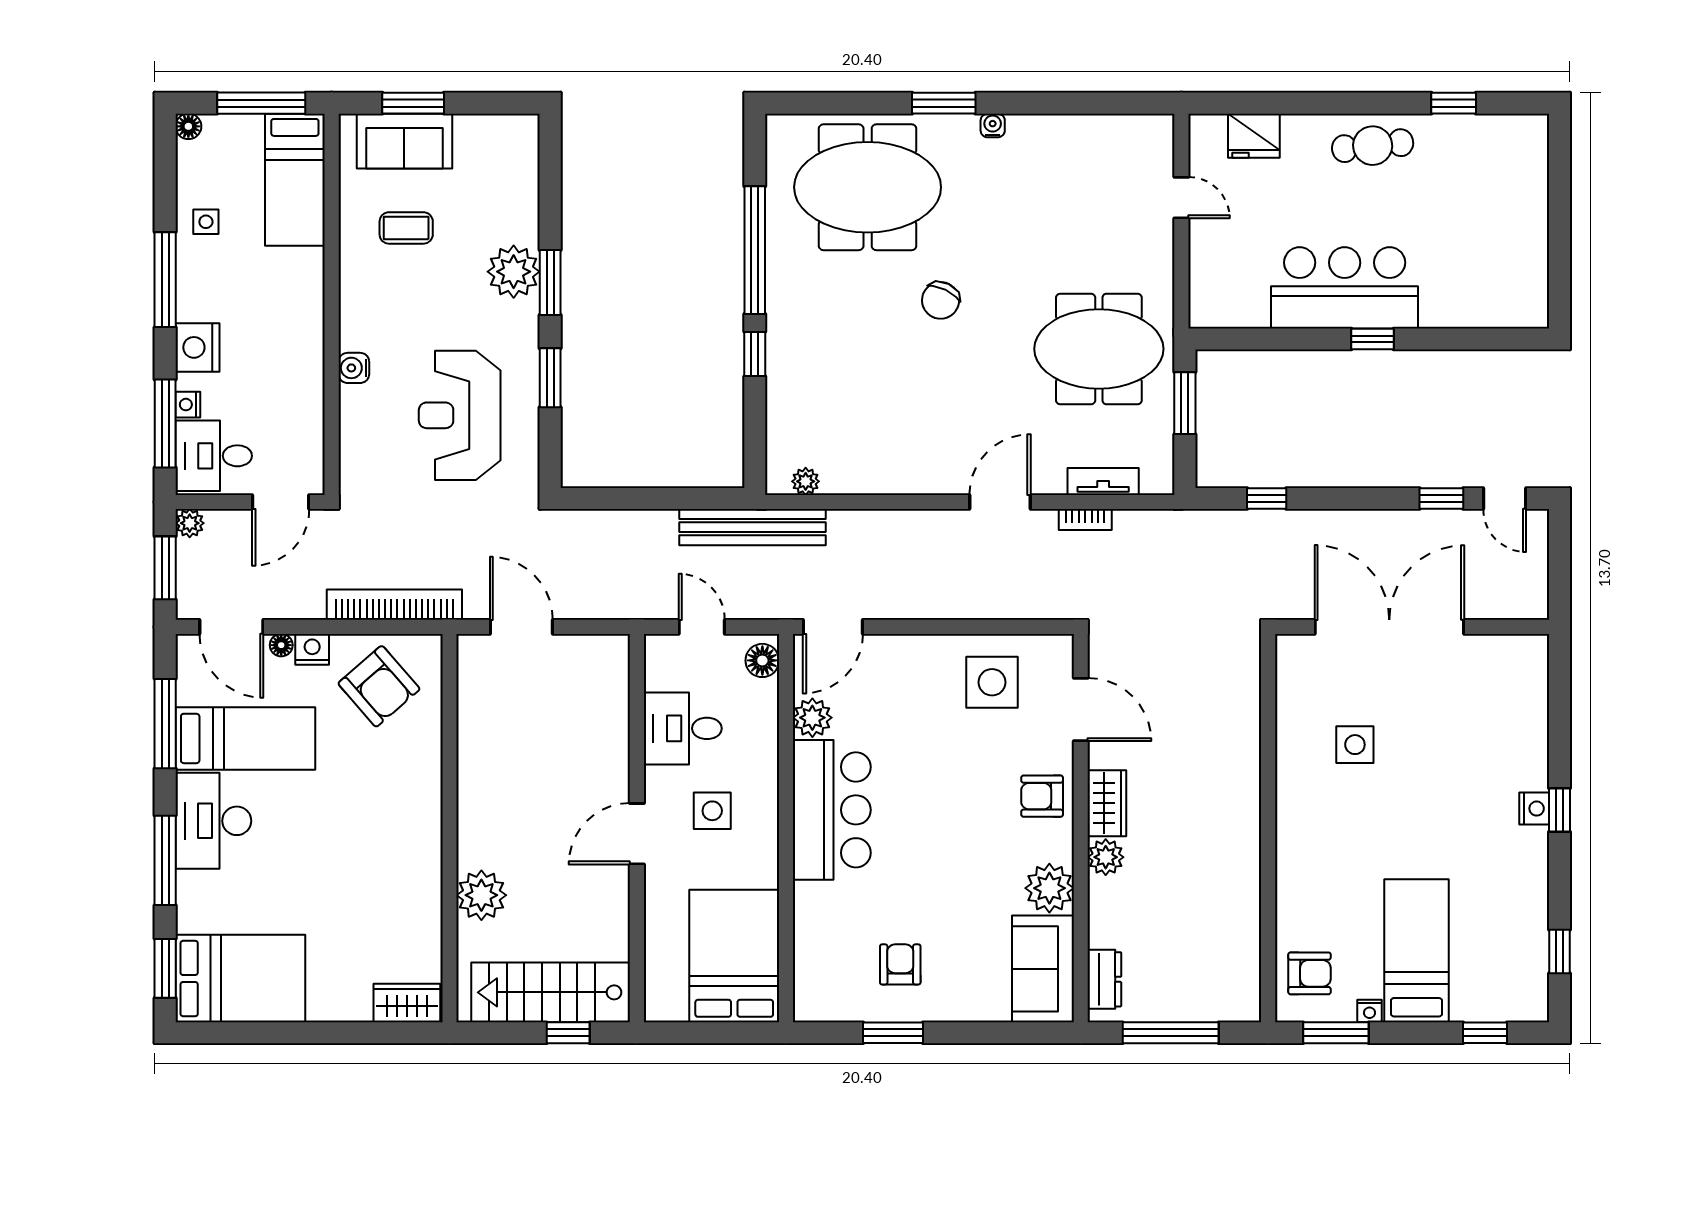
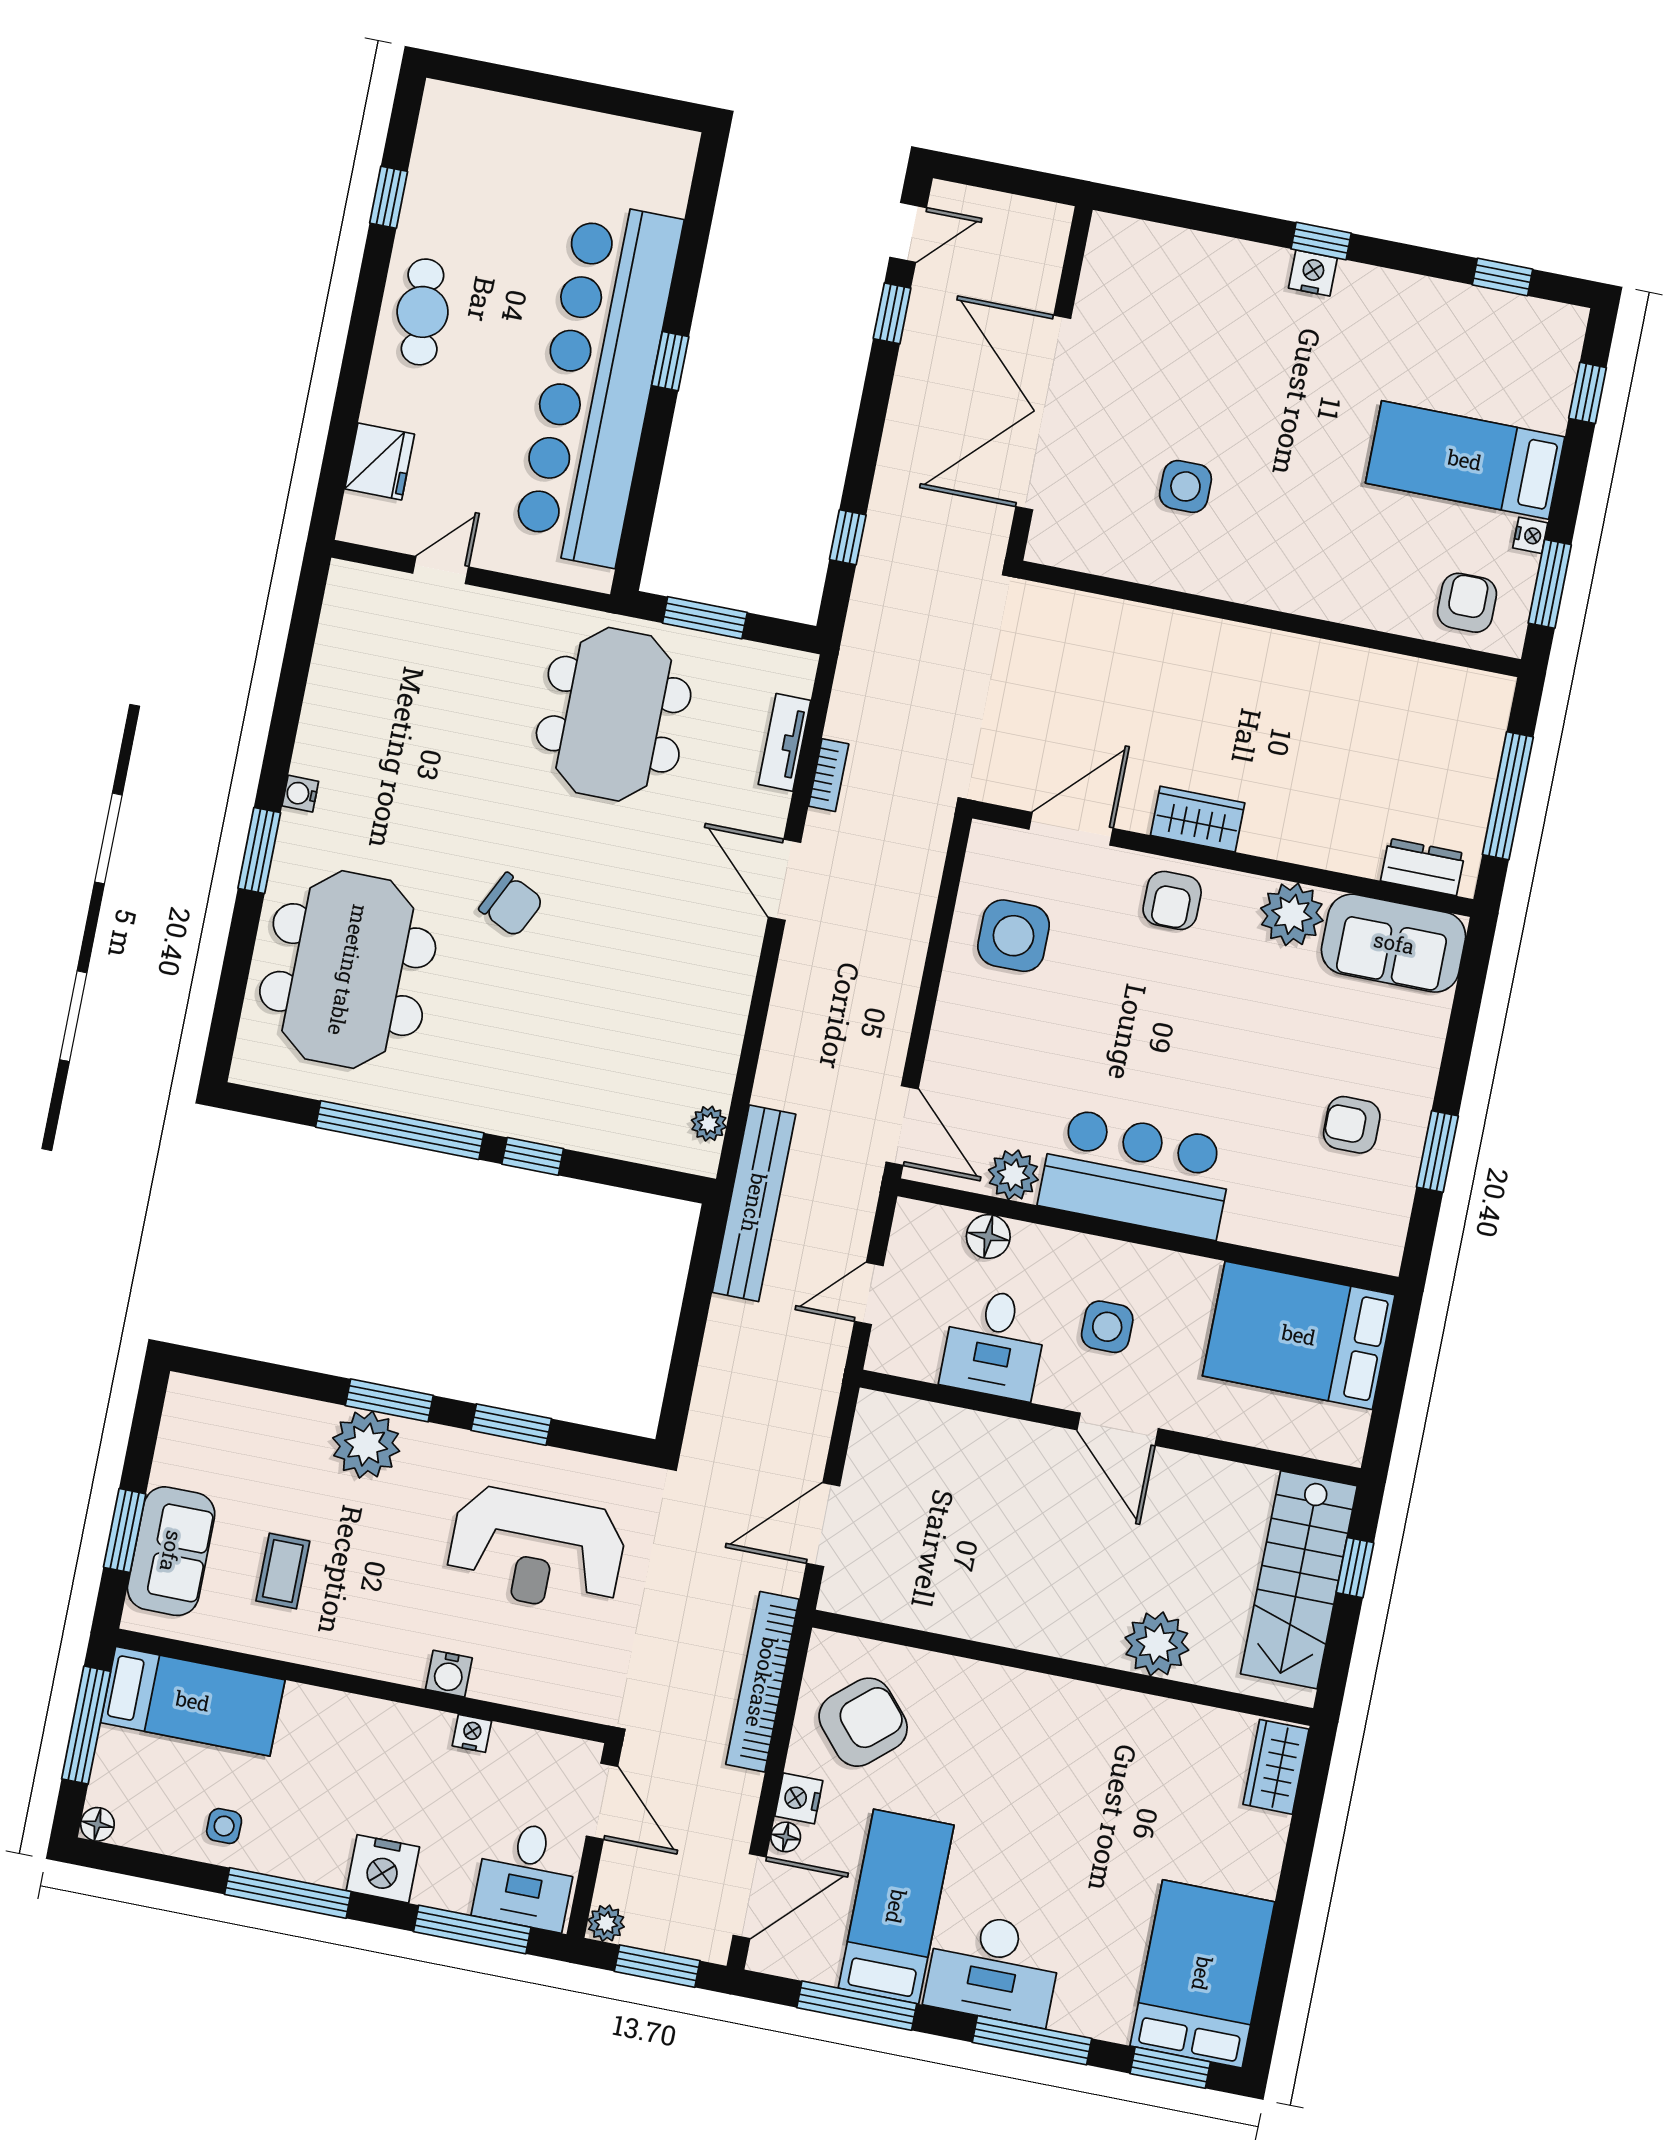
bar counter: (1345, 288) -> (598, 384), width x1.86
nightstand: (188, 405) -> (472, 1733), moved, turned 180
floor lamp: (762, 660) -> (988, 1237), moved
plant: (1106, 857) -> (1266, 834), removed

